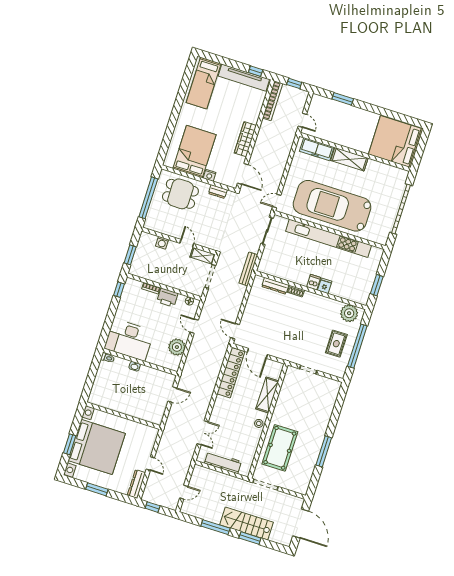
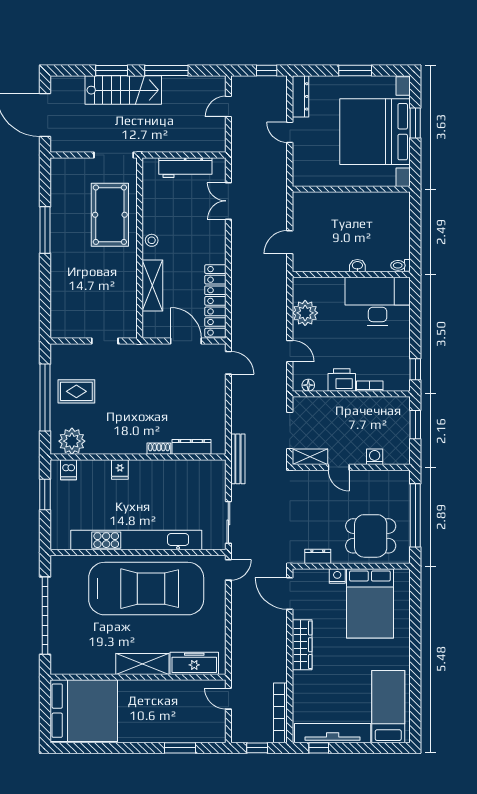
dishwasher: (314, 282) -> (68, 470), moved
rug: (336, 344) -> (76, 391), turned 90

